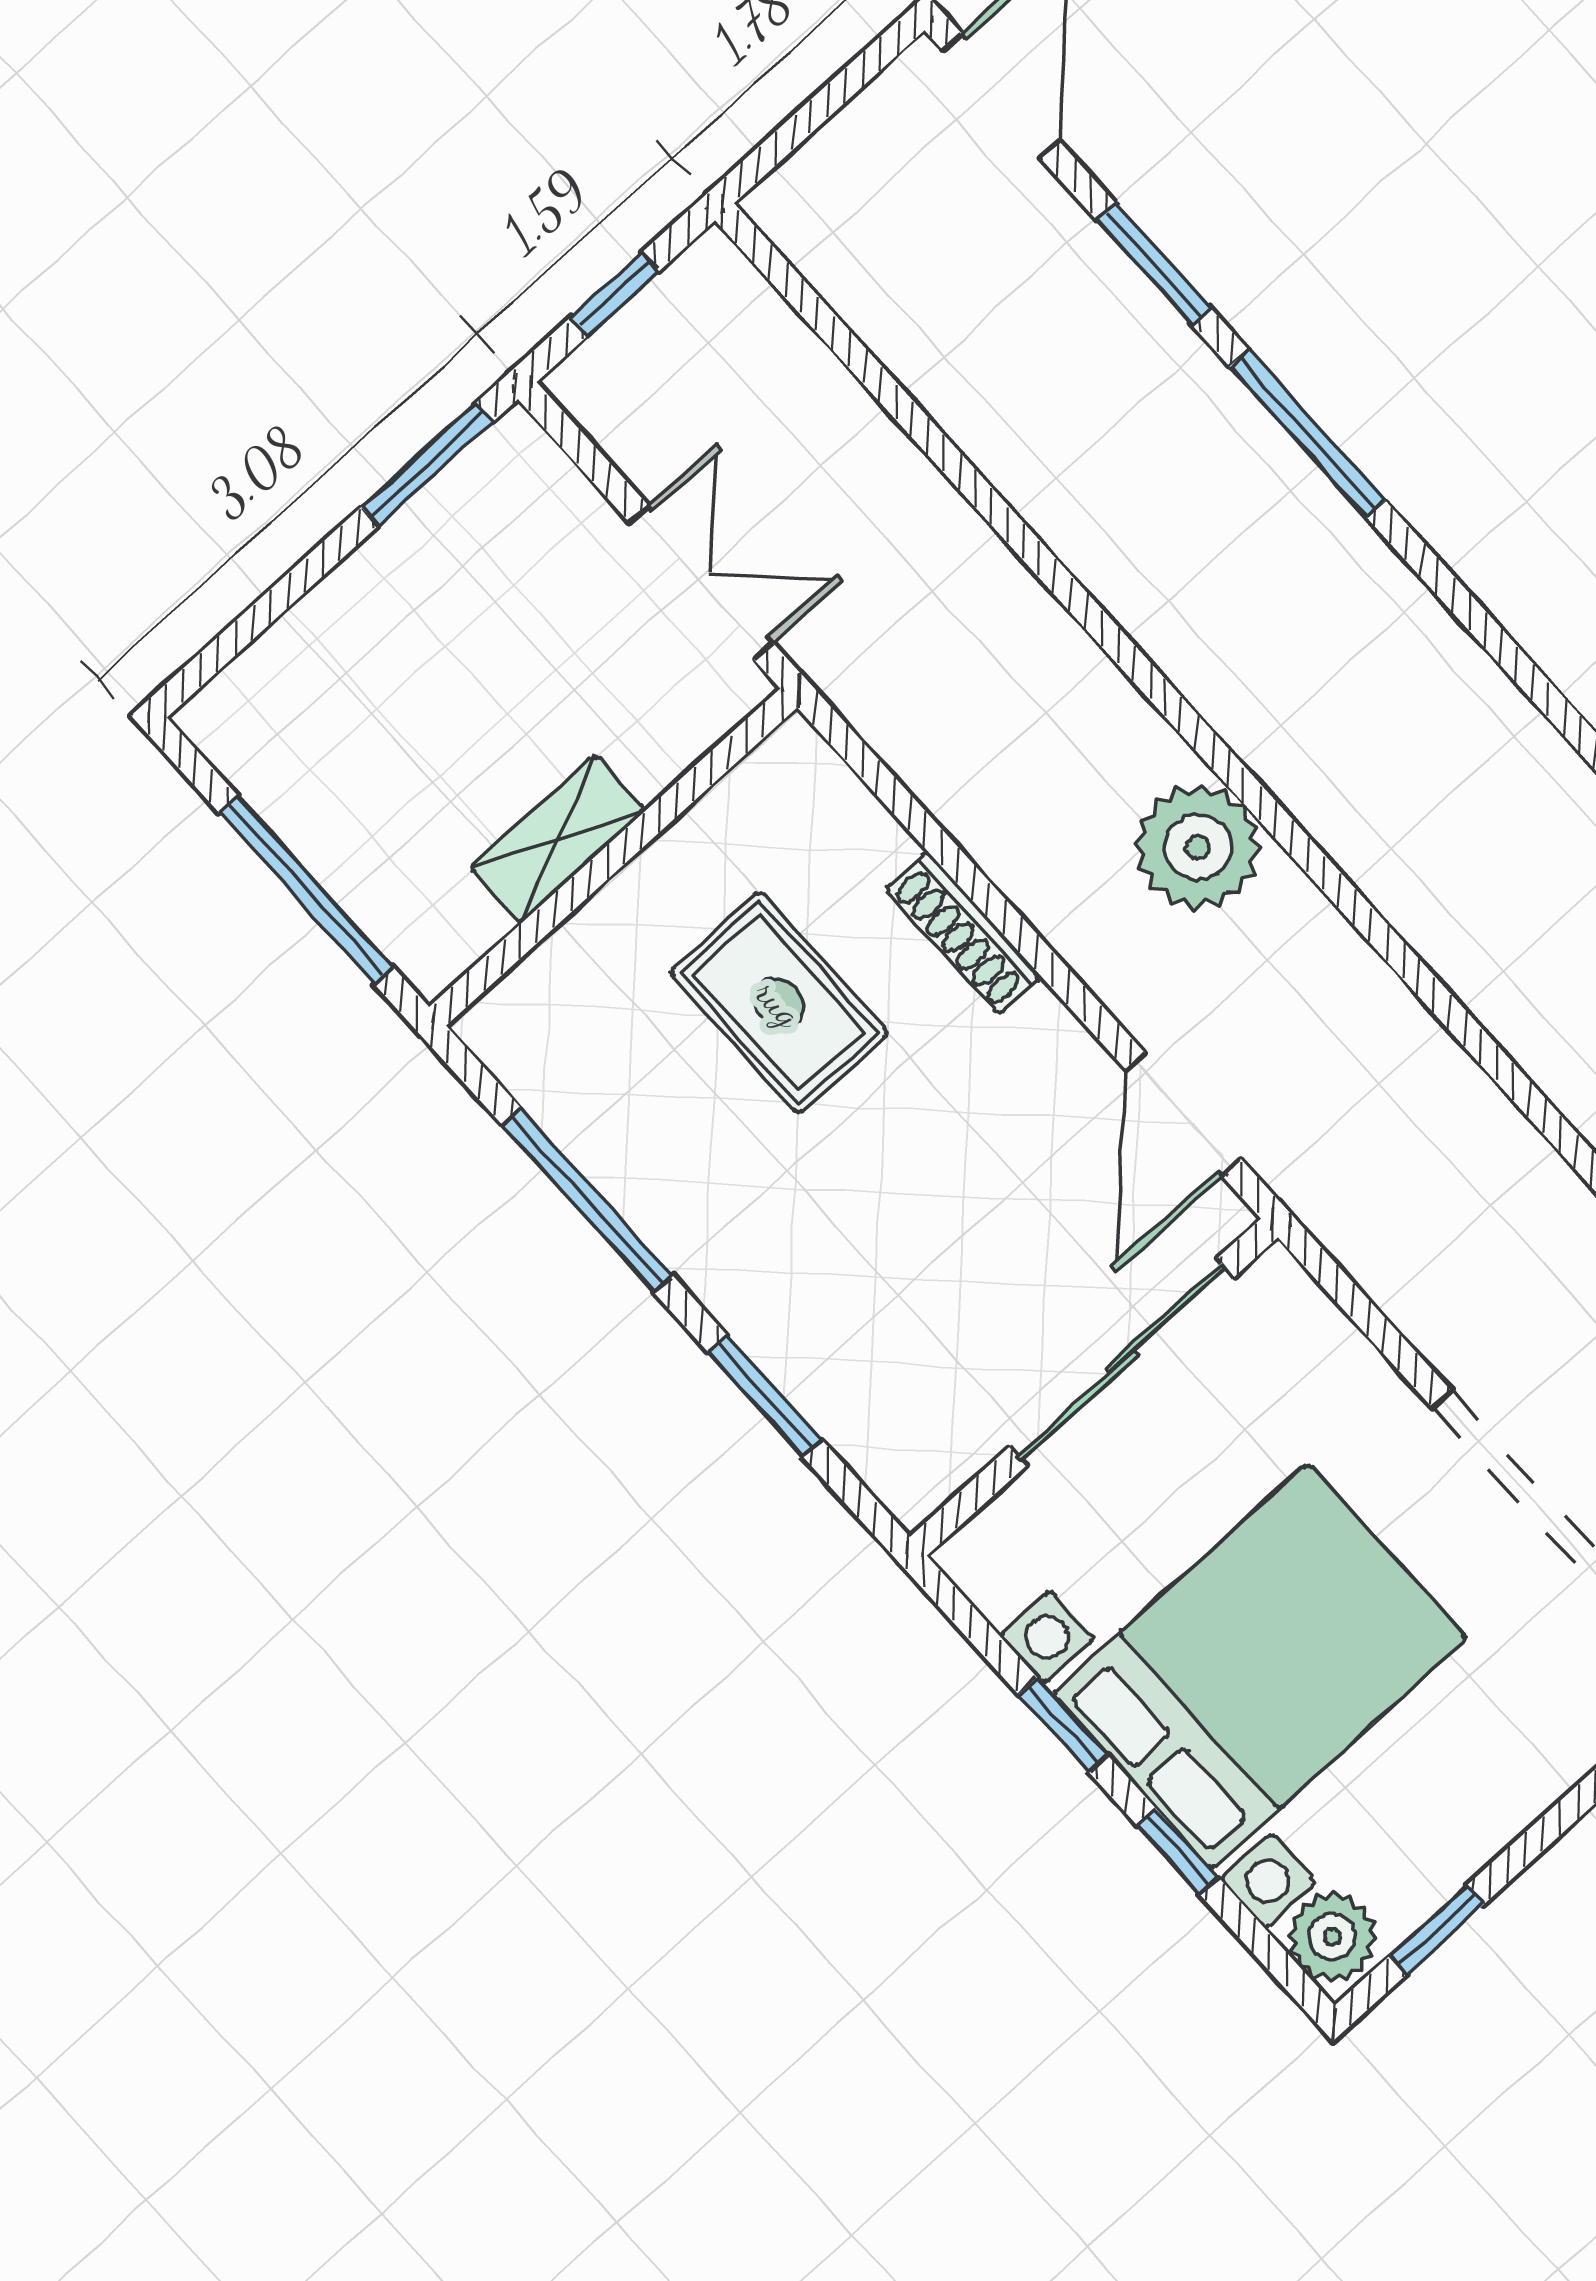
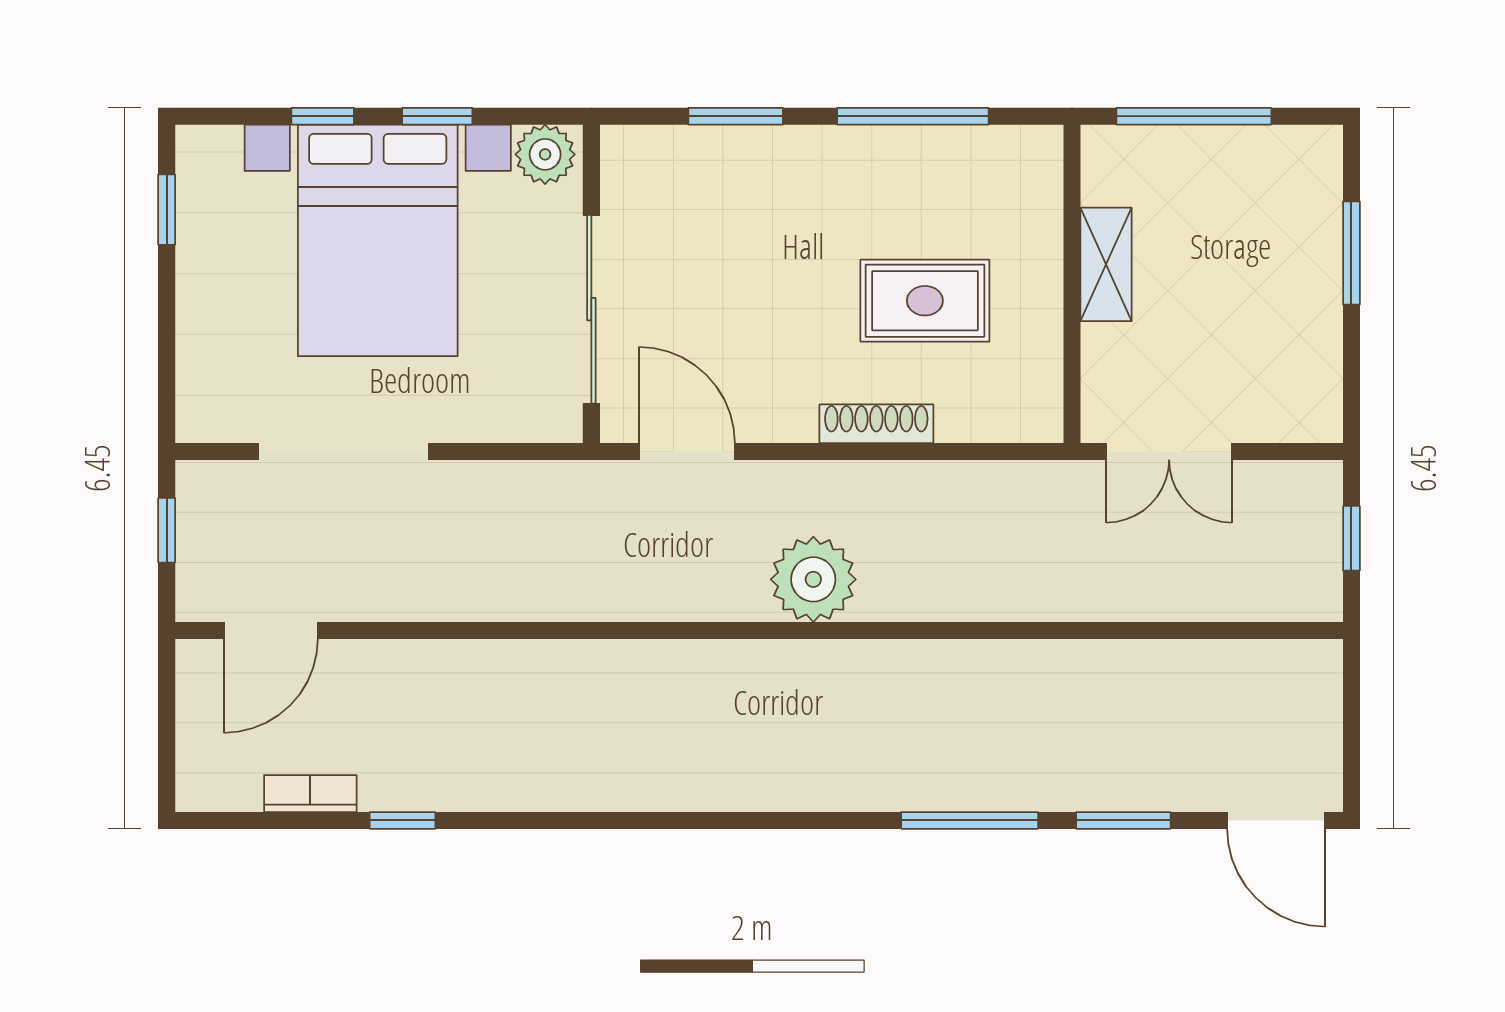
window: (427, 465) -> (1351, 253), moved
plant: (1332, 1937) -> (545, 154), moved

